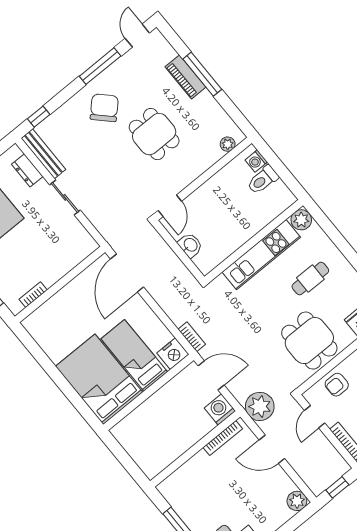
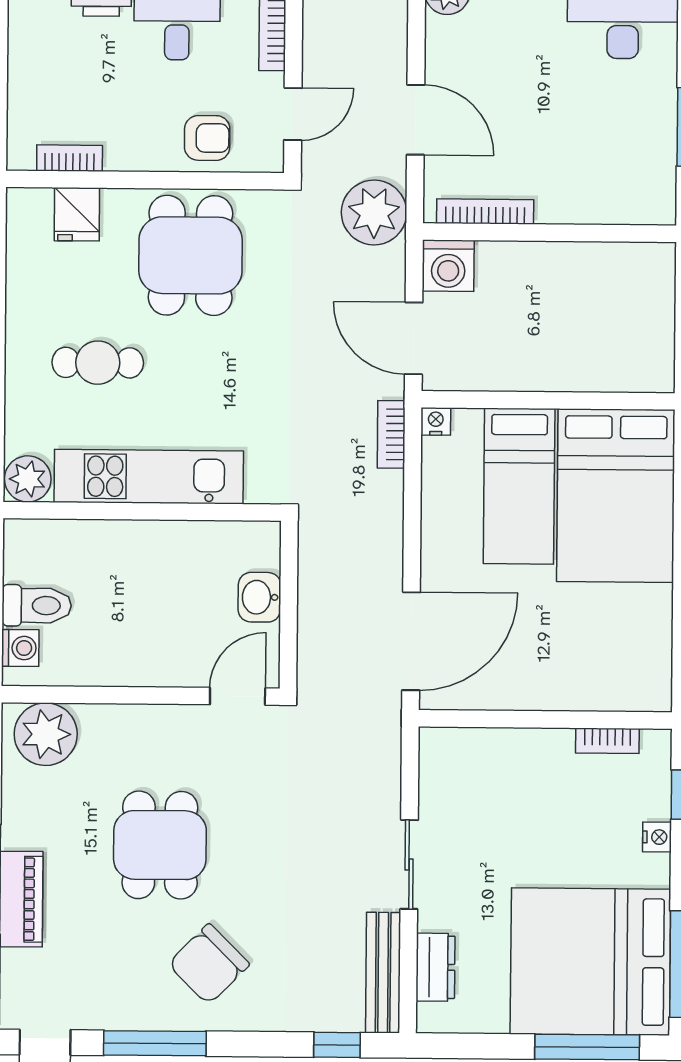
plant: (228, 144) -> (46, 734), width x1.88, depth x1.88
nightstand: (173, 354) -> (436, 421), width x0.53, depth x0.56

